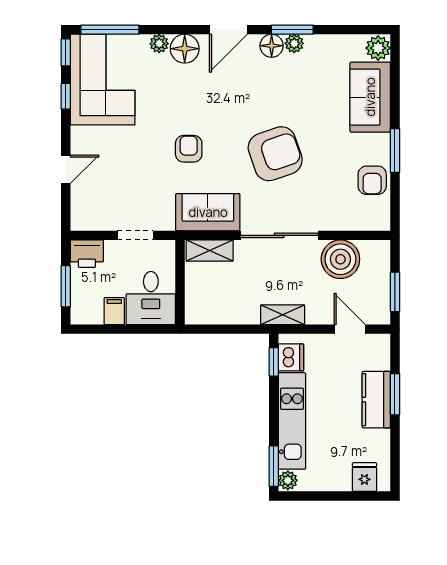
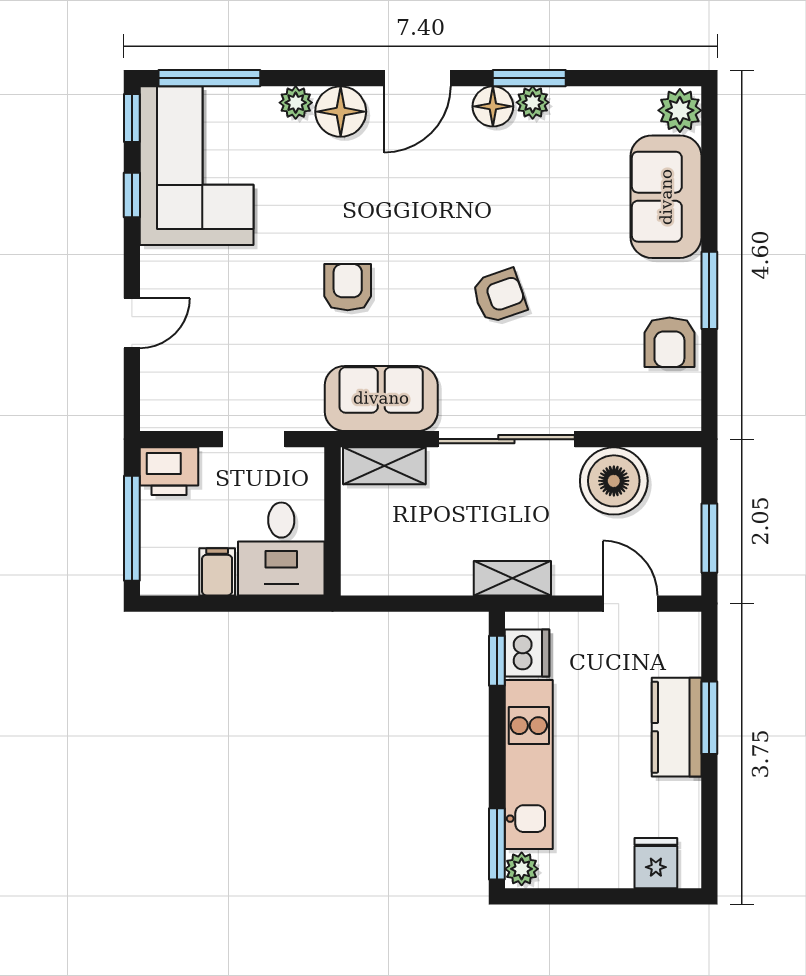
armchair: (275, 154) -> (499, 296), width x0.53, depth x0.53
window: (66, 286) -> (132, 528), width x1.44

